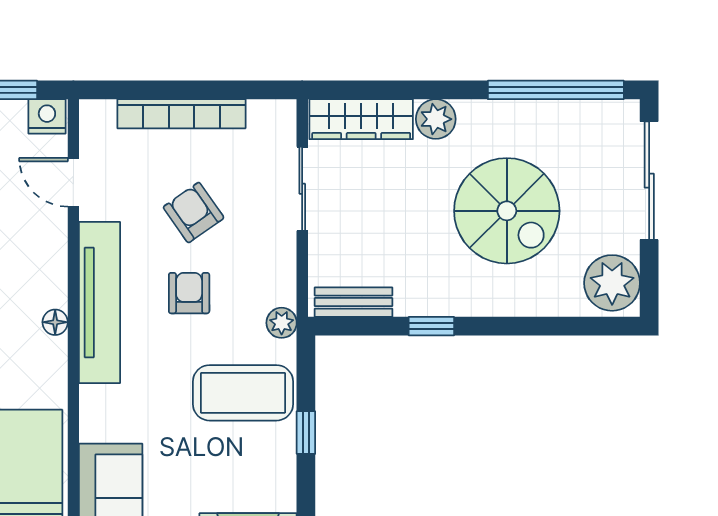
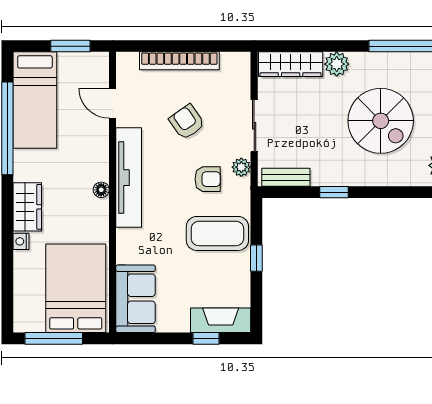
nightstand: (47, 116) -> (96, 62), removed
sliding door: (302, 189) -> (254, 126), moved
armchair: (189, 293) -> (208, 179), moved, turned 90
plant: (282, 323) -> (241, 167), moved

